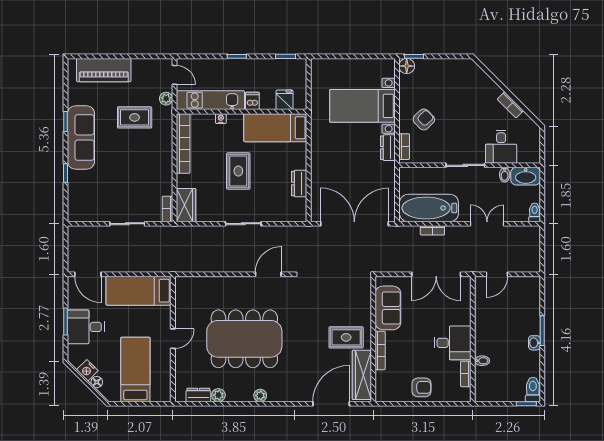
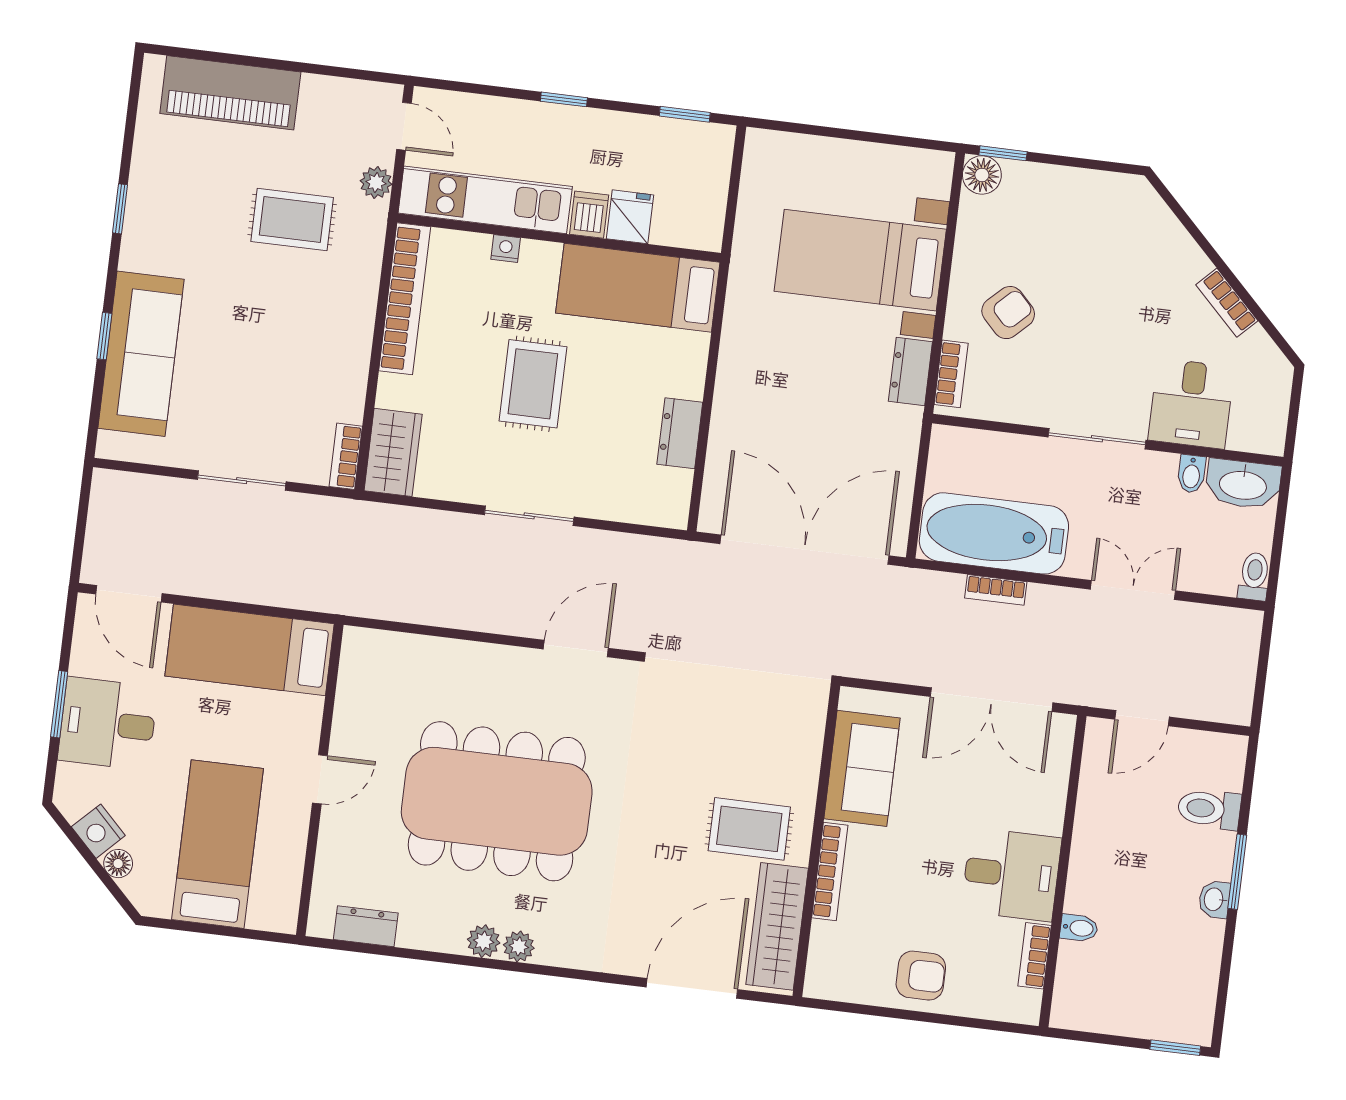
fridge: (284, 100) -> (630, 217), moved
sofa: (81, 138) -> (141, 354), moved
toilet: (533, 389) -> (1209, 809), moved, turned -90
plant: (218, 395) -> (484, 941), moved

